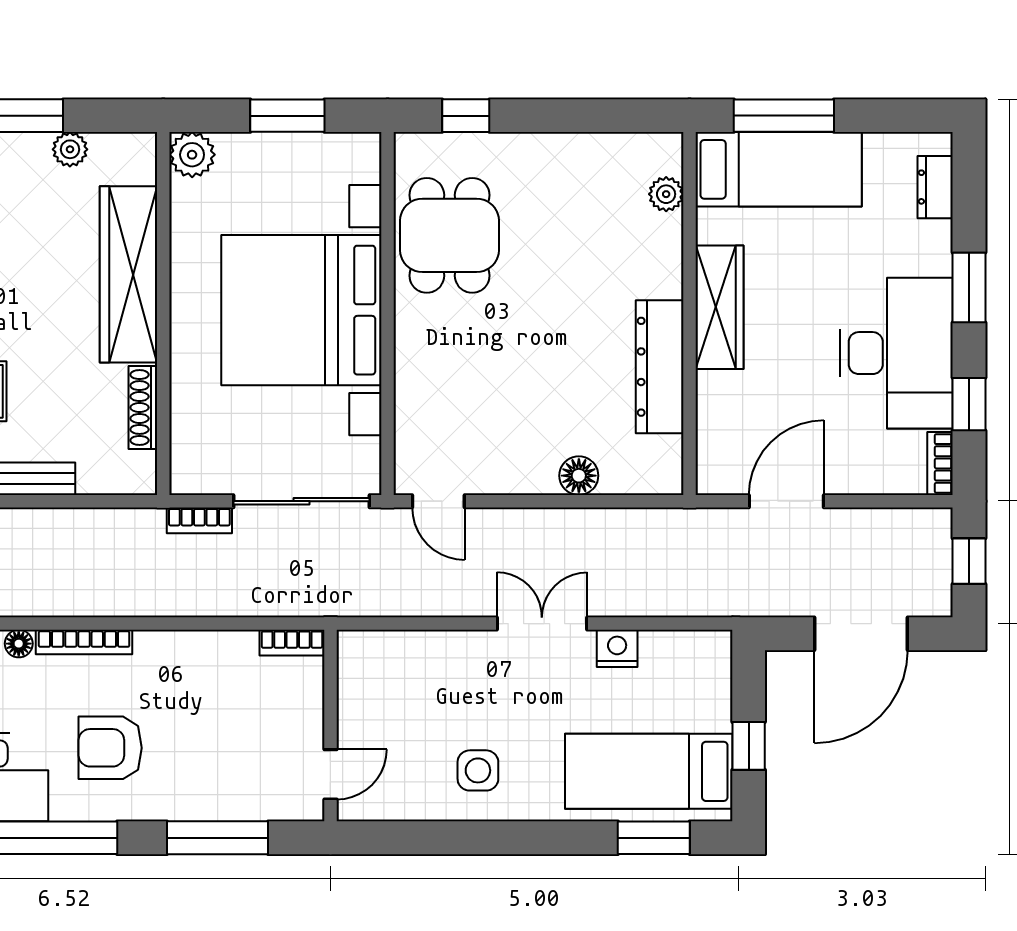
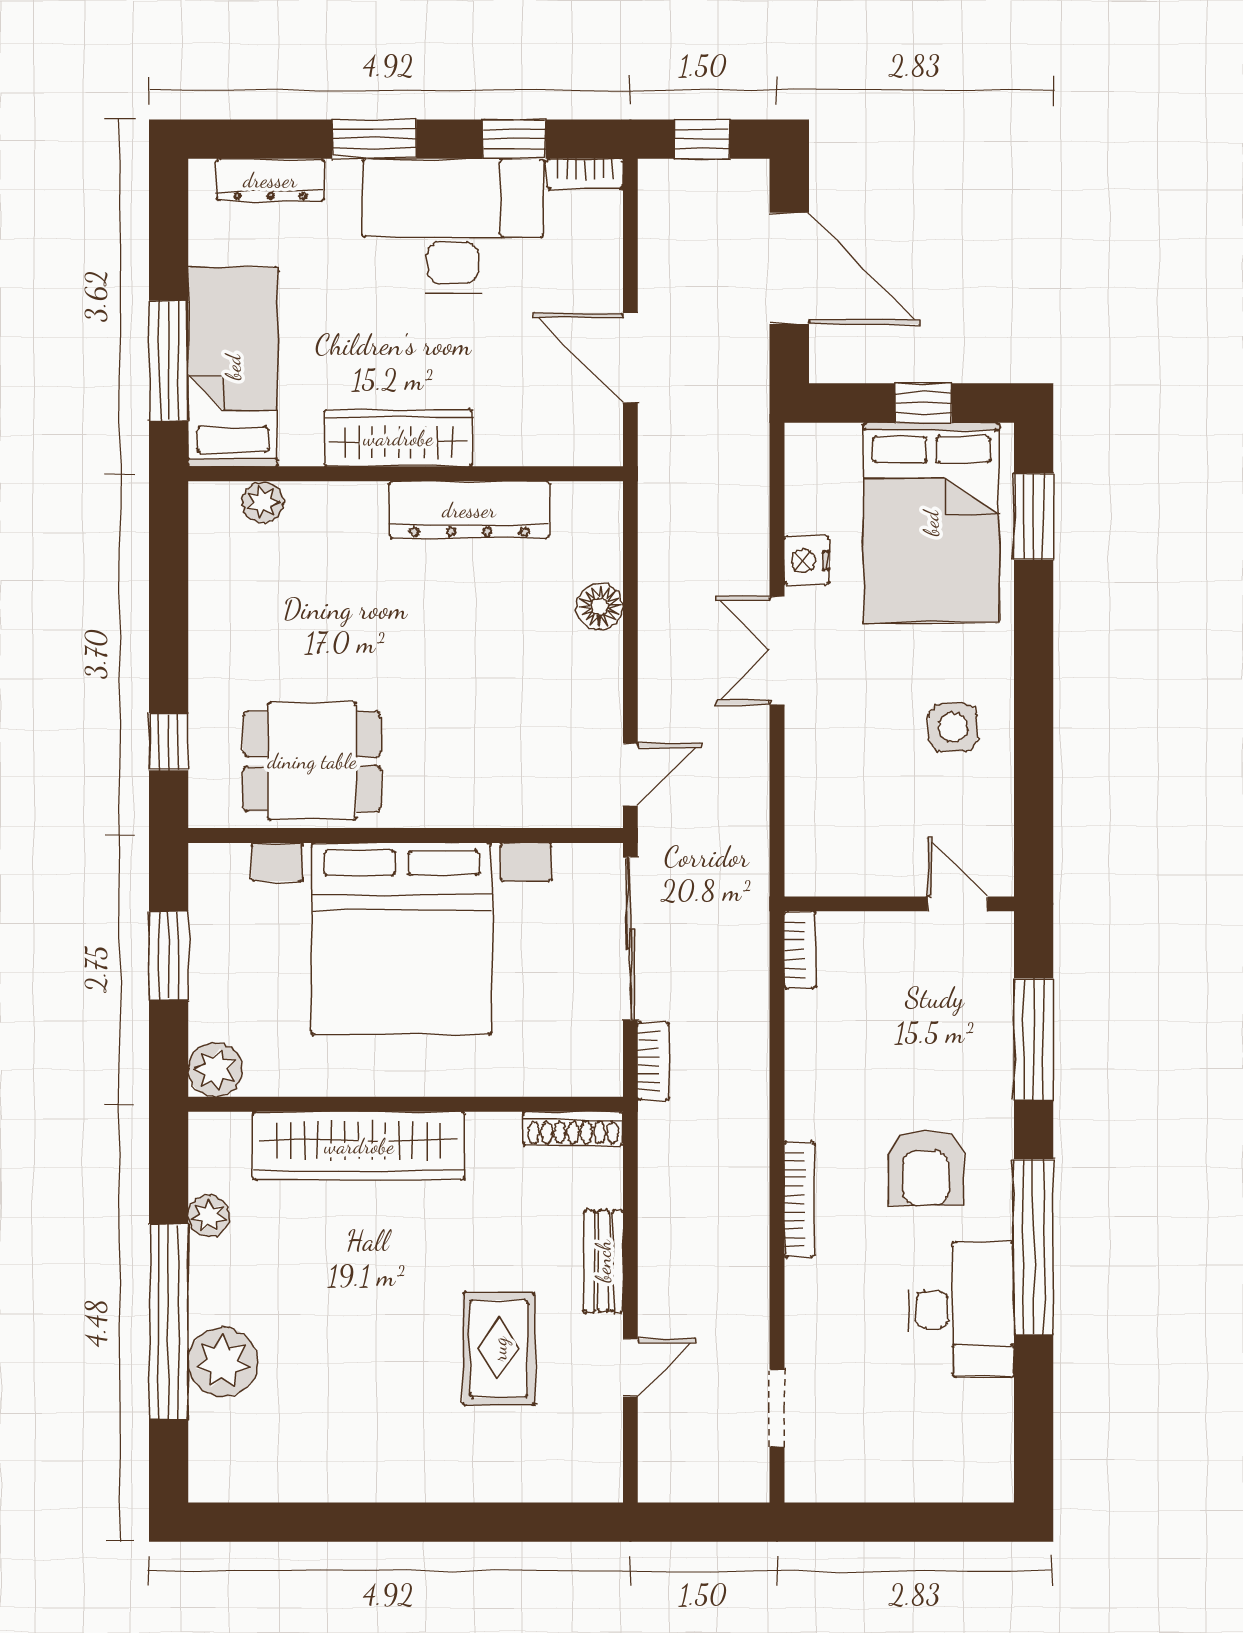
dresser: (935, 187) -> (270, 180), width x1.44
shoe rack: (143, 408) -> (573, 1129), moved
floor lamp: (19, 644) -> (801, 1277), removed
bed: (649, 771) -> (931, 523), width x1.50

